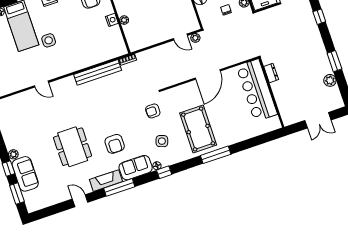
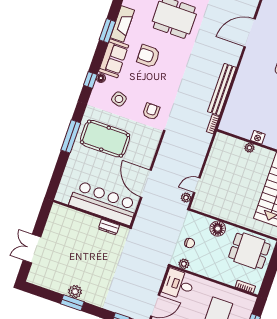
dresser: (271, 73) -> (109, 227), moved
plant: (330, 80) -> (75, 292), moved
door: (41, 84) -> (250, 33), width x1.88
bar counter: (257, 90) -> (103, 203), moved
wall: (271, 93) -> (92, 214), moved
window: (119, 187) -> (107, 31), width x0.69

